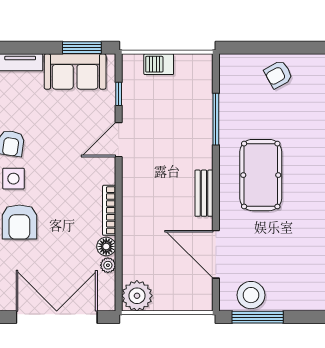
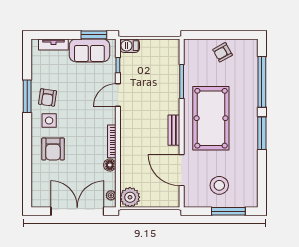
barbecue: (159, 64) -> (130, 46), moved
pool table: (261, 175) -> (211, 118), width x1.36, depth x1.32
plant: (108, 265) -> (111, 195), moved
stool: (251, 295) -> (219, 185), moved
window: (258, 317) -> (228, 211), moved

